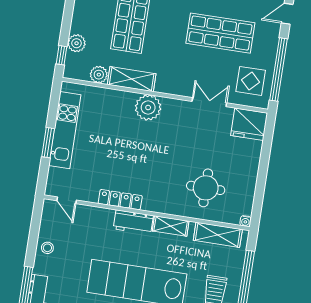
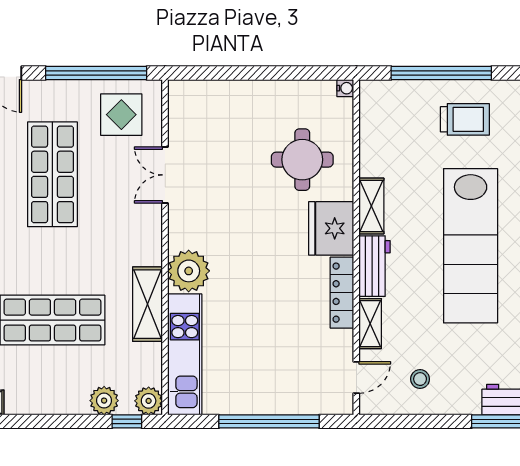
plant: (99, 75) -> (149, 401), moved
fridge: (249, 124) -> (331, 228), moved, turned 180
kitchen unit: (65, 130) -> (185, 354), moved, turned 90
window: (48, 143) -> (269, 421), width x2.11
shelving: (218, 235) -> (370, 324), moved, width x0.67, depth x0.75
stool: (47, 248) -> (420, 379), moved

